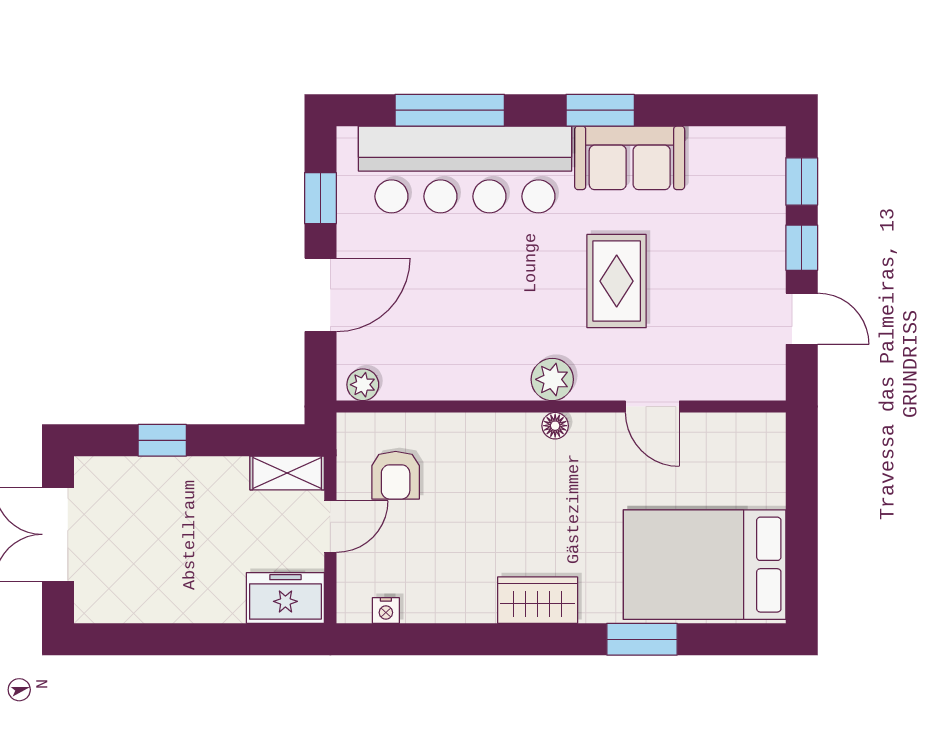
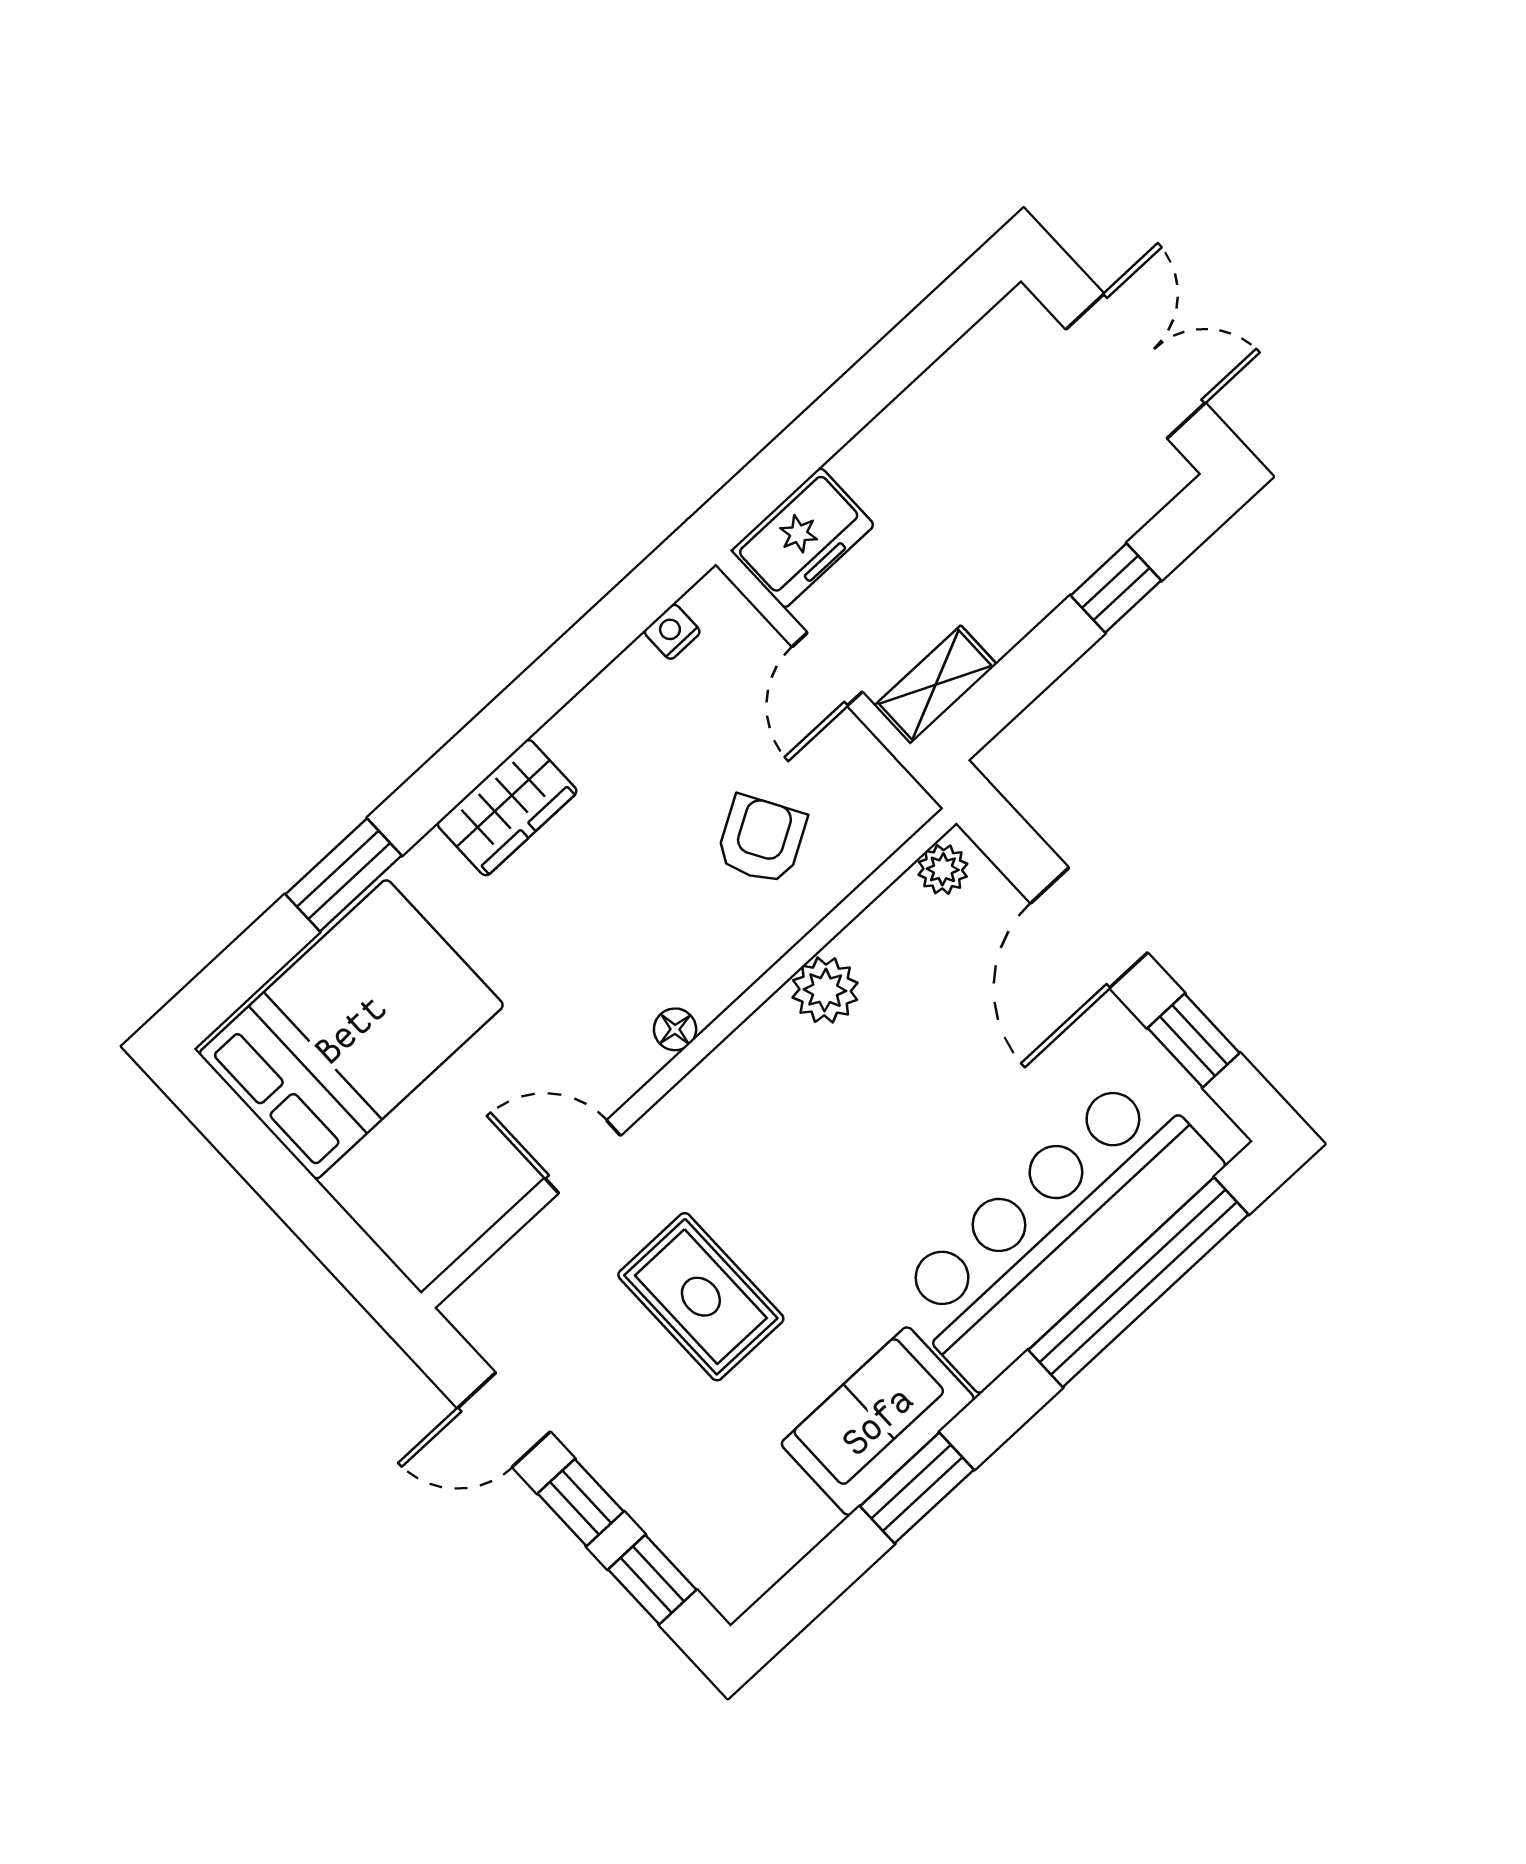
window: (450, 110) -> (1138, 1282), width x1.46
window: (600, 110) -> (917, 1488), moved
rug: (617, 281) -> (701, 1297), moved
plant: (552, 379) -> (825, 990), moved
armchair: (396, 475) -> (761, 840), moved, turned 60

